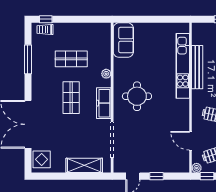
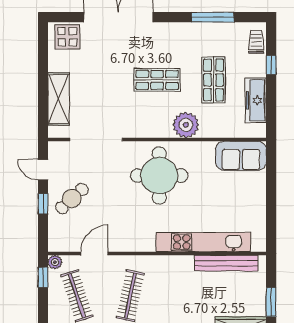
window: (46, 19) -> (271, 65), moved
bench: (197, 67) -> (226, 263), moved
plant: (106, 74) -> (186, 125), width x1.88, depth x1.88
round table: (137, 96) -> (159, 176), width x1.36, depth x1.36
freezer: (104, 103) -> (256, 100), moved, turned -90
cafe table: (153, 156) -> (72, 198), added

